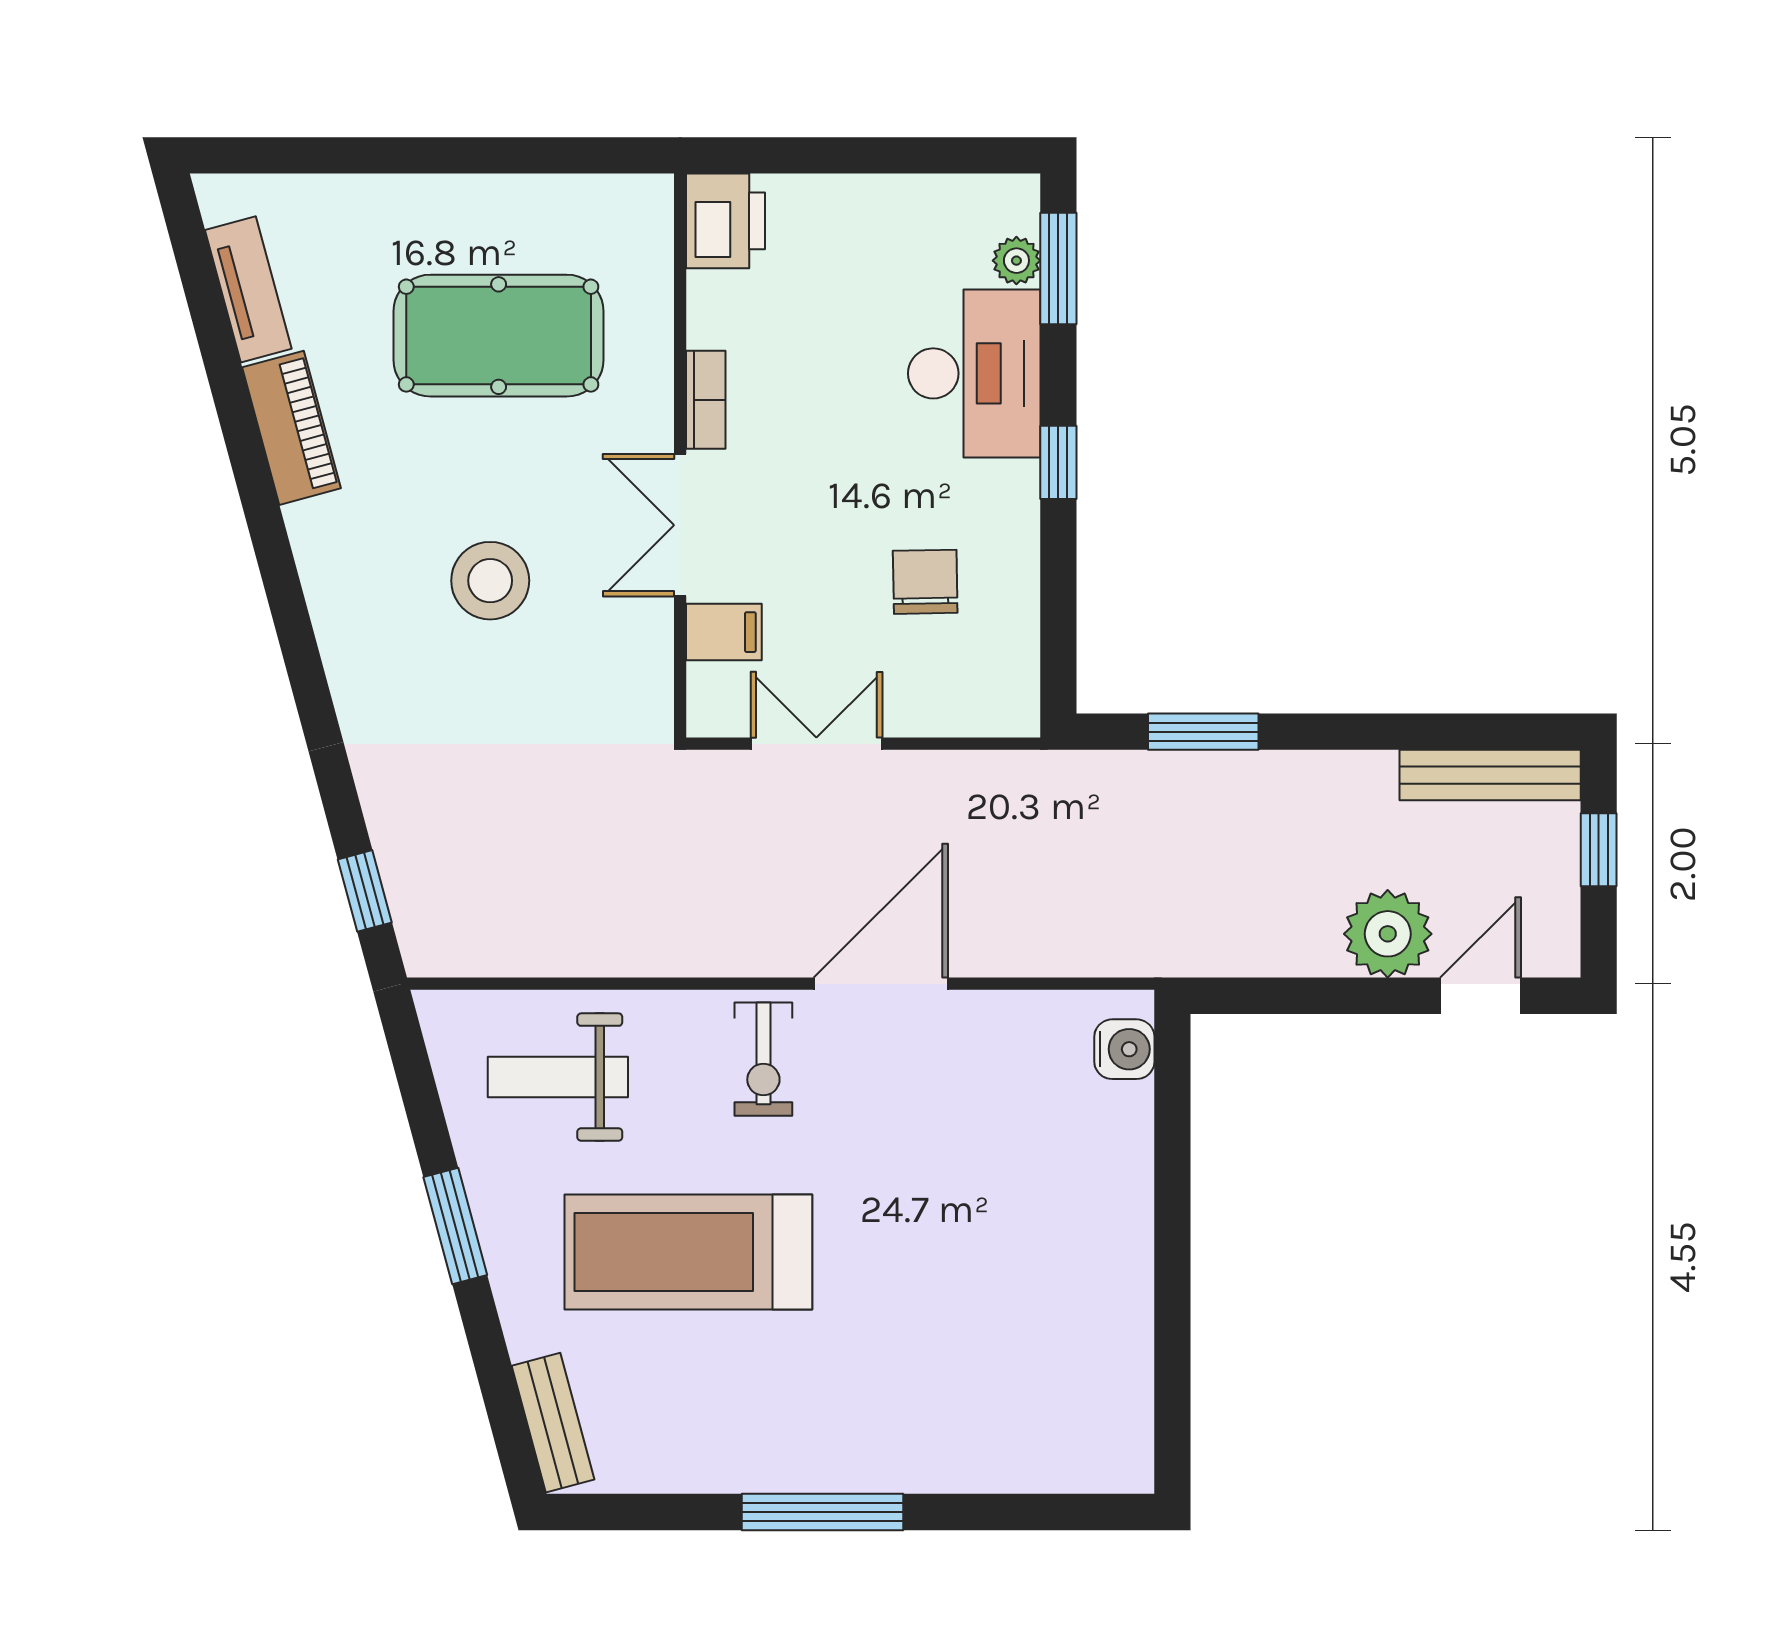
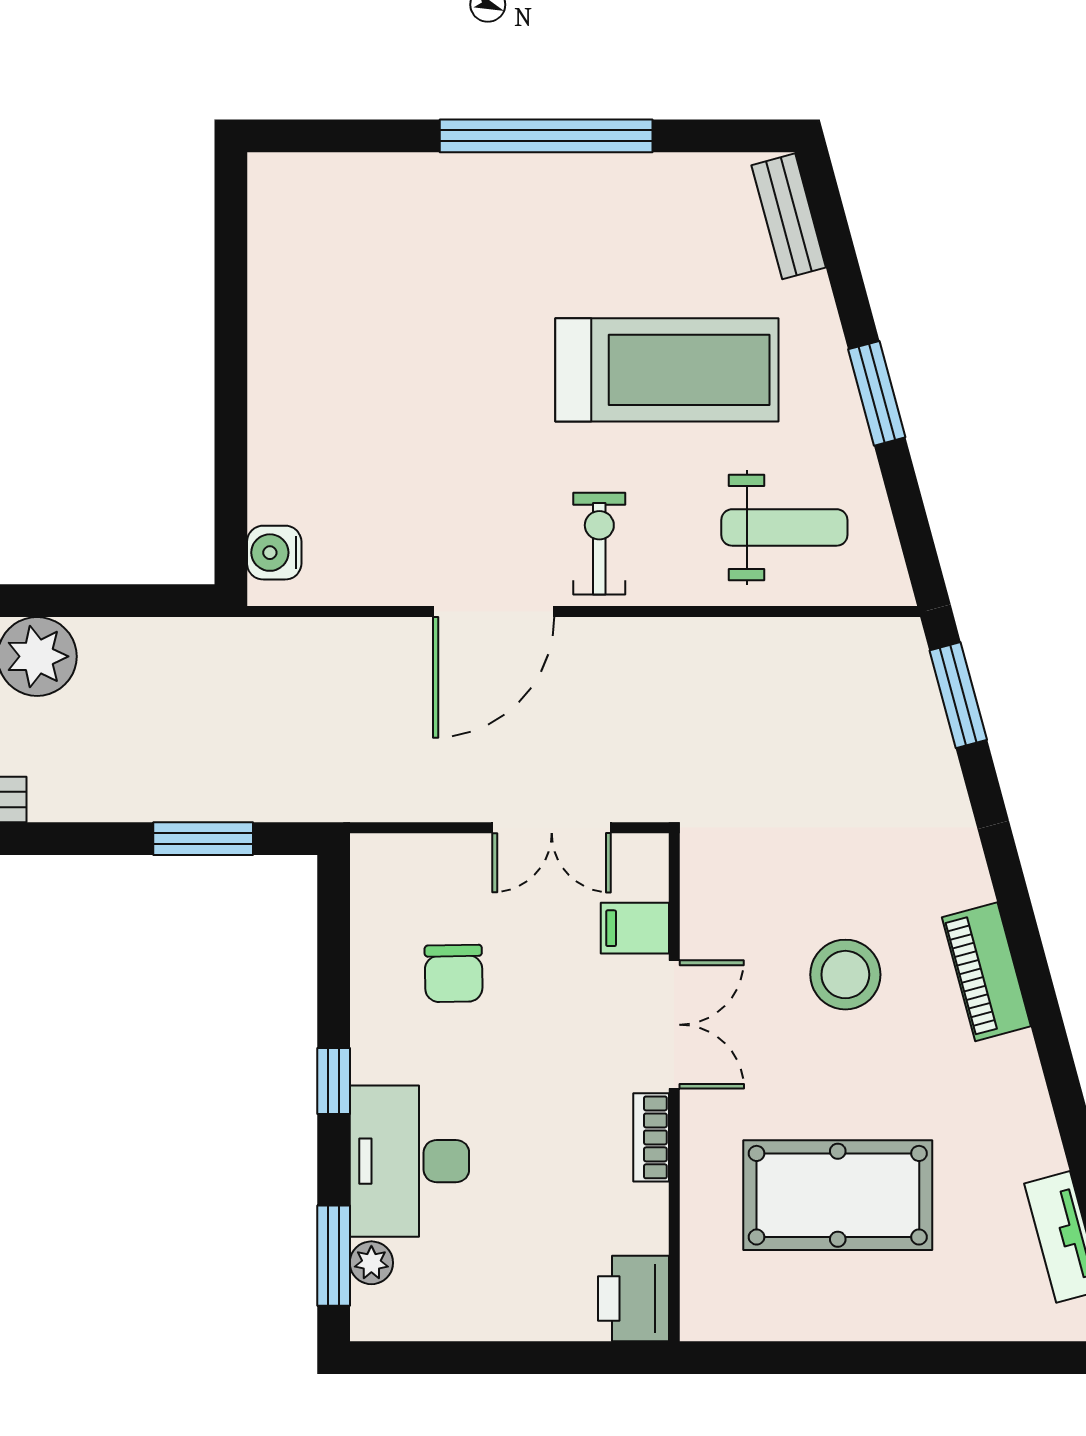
piano: (292, 428) -> (986, 972), moved
window: (365, 891) -> (958, 695), width x1.50
window: (822, 1512) -> (546, 136), width x1.46

